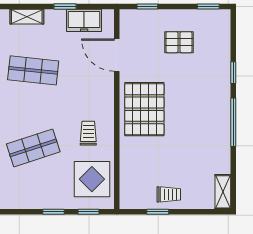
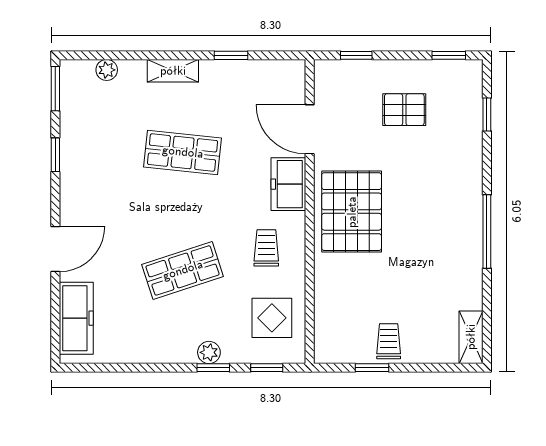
freezer: (84, 20) -> (288, 184), moved, turned 90
window: (233, 73) -> (487, 115), moved
display table: (92, 179) -> (272, 318), width x0.73, depth x0.73
trolley: (169, 194) -> (389, 341), turned -90
plant: (51, 202) -> (209, 352), added

